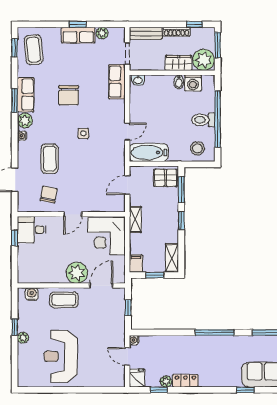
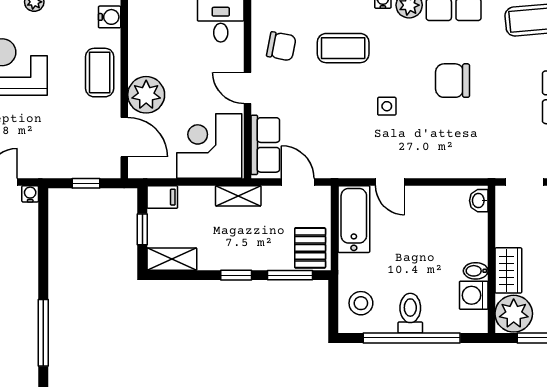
row of seats: (117, 82) -> (265, 145), moved, turned 90

